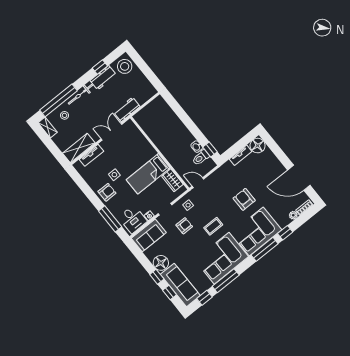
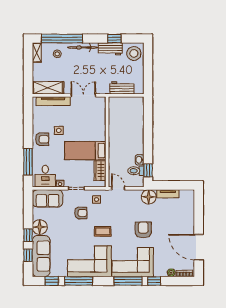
workbench: (127, 109) -> (122, 88), moved
floor lamp: (258, 146) -> (149, 197), moved
tv unit: (91, 155) -> (53, 101), width x1.41

